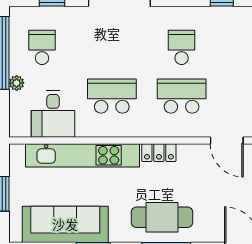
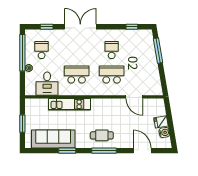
locker: (159, 153) -> (100, 103), removed
kitchen unit: (82, 155) -> (70, 104), width x0.73
cafe table: (162, 217) -> (102, 135), width x0.73, depth x0.74

